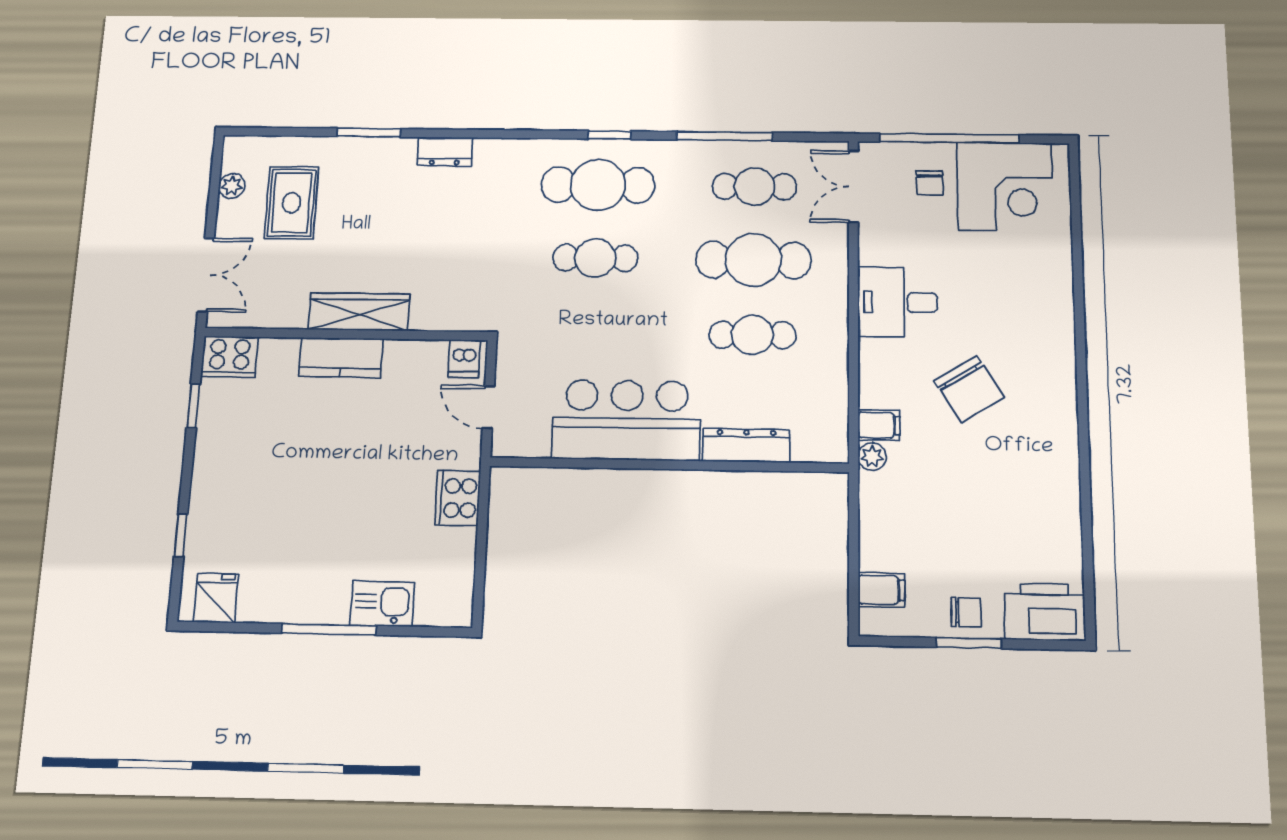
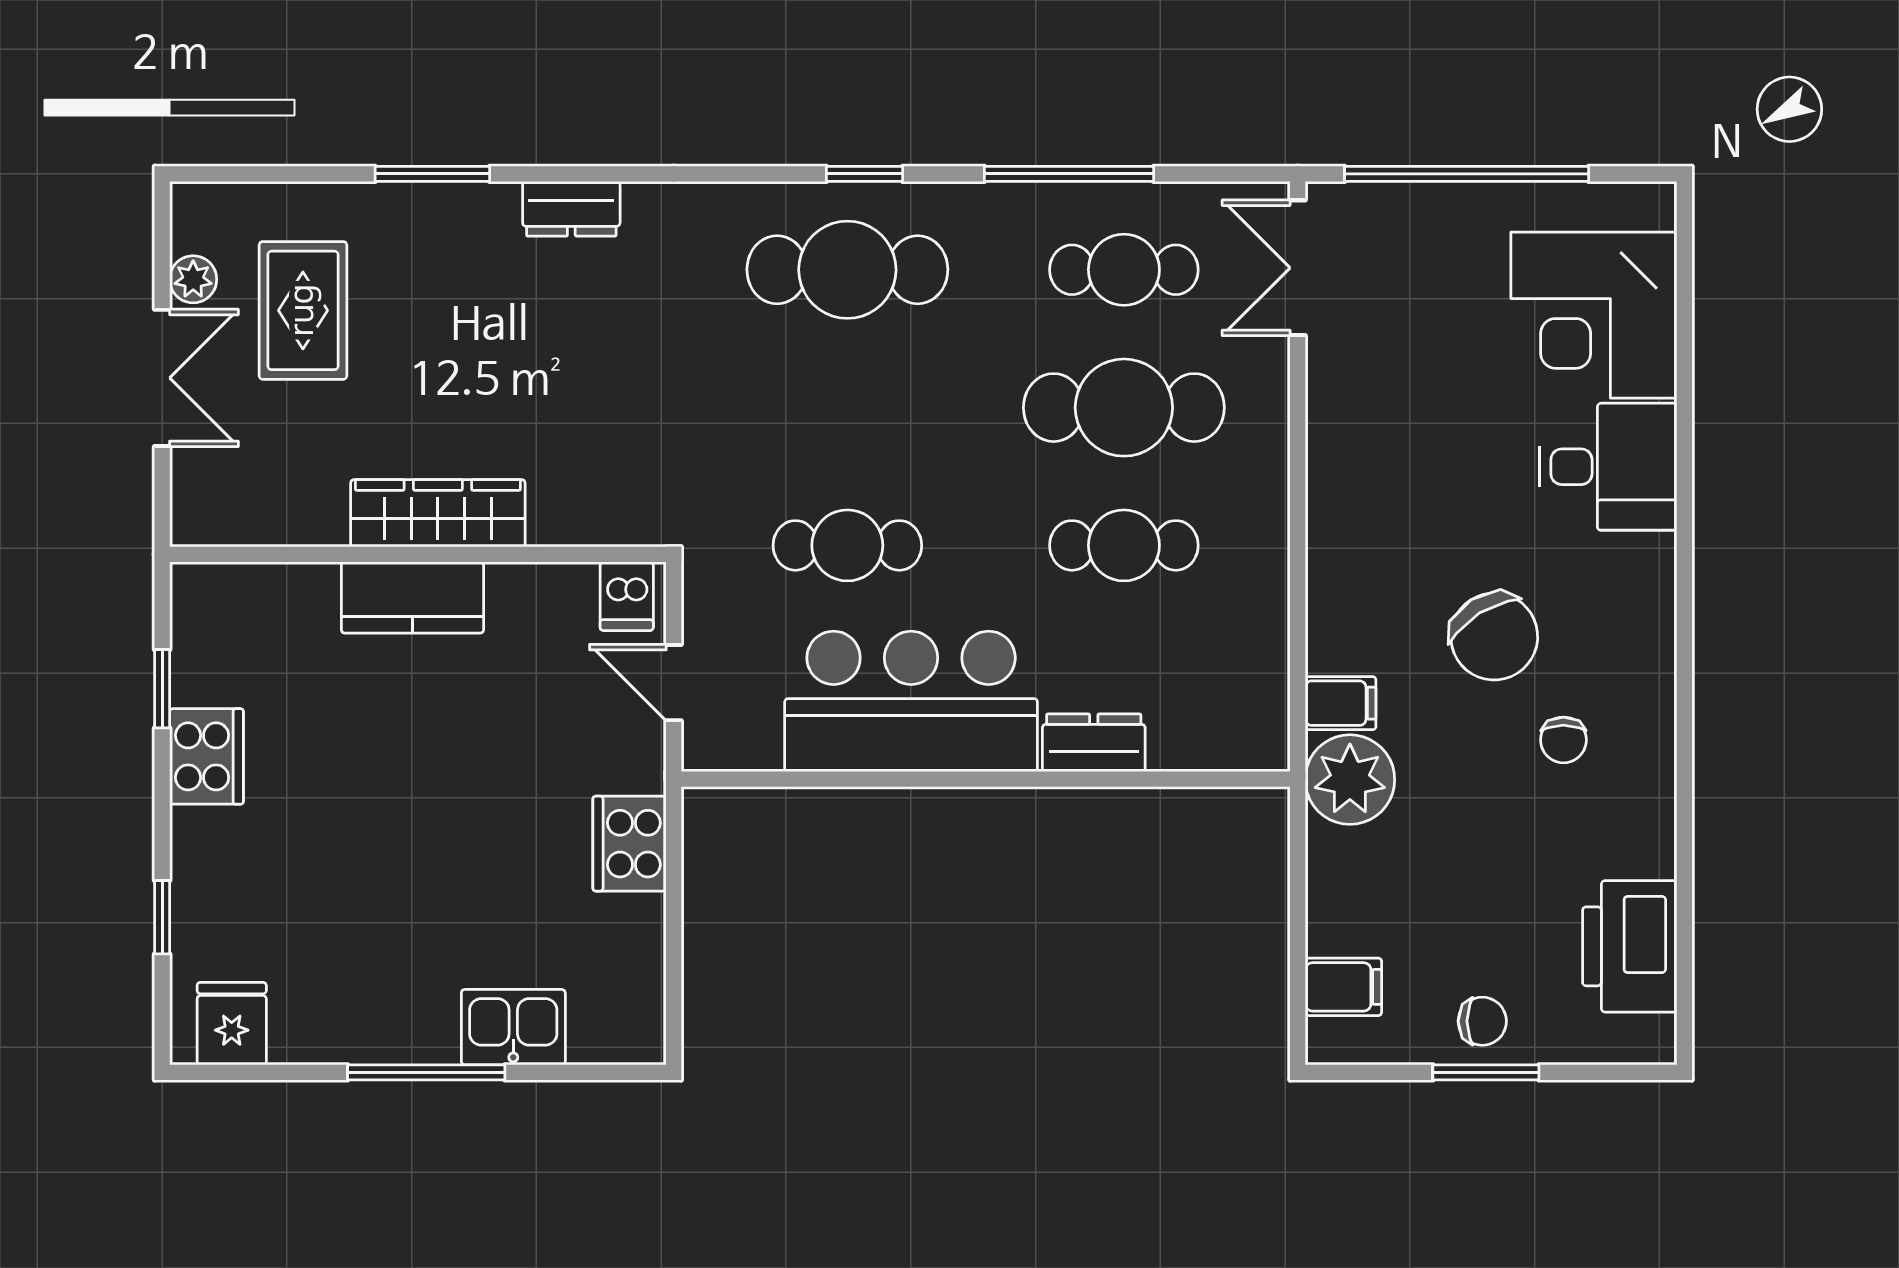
chair: (930, 183) -> (1563, 740), moved
corner desk: (1005, 186) -> (1594, 315), moved, turned 90
cafe table: (595, 258) -> (847, 545), moved
double door: (206, 275) -> (162, 378), moved
desk: (898, 302) -> (1608, 467), moved, turned 180
cooker: (230, 357) -> (206, 756), moved, turned -90
dresser: (746, 445) -> (1094, 743), width x0.70
plant: (872, 457) -> (1350, 780), width x1.88, depth x1.88
printer: (1045, 612) -> (1630, 946), moved, turned -90

